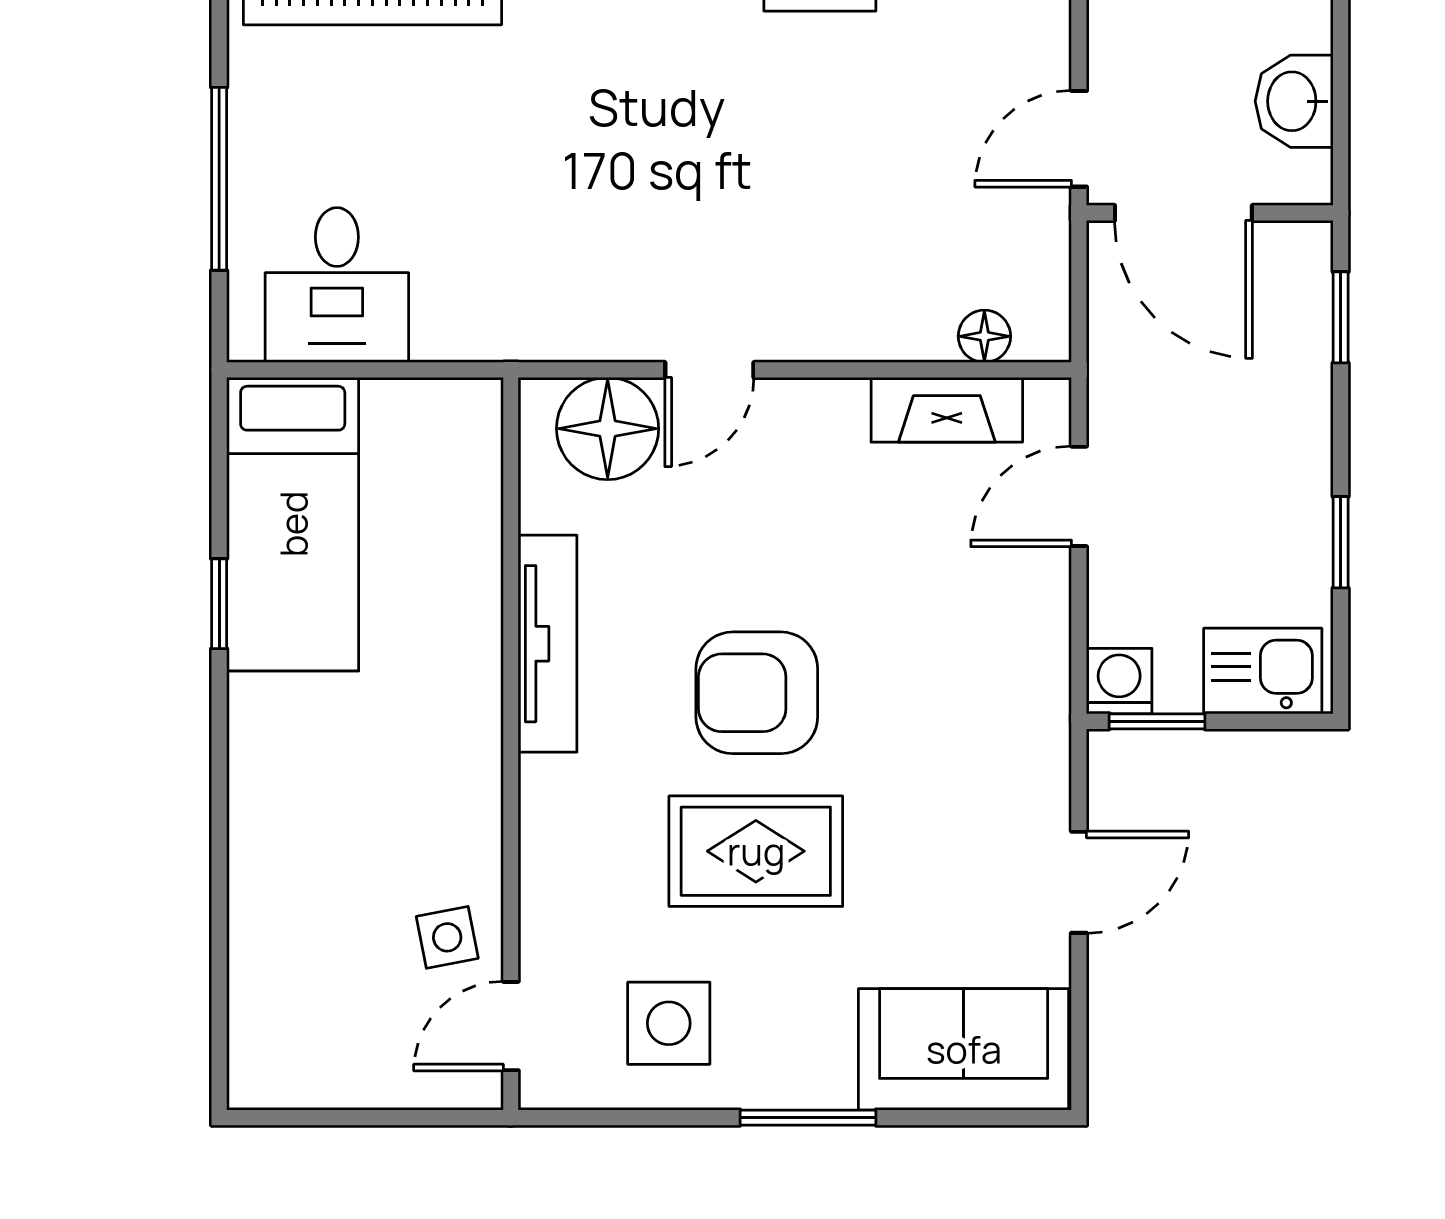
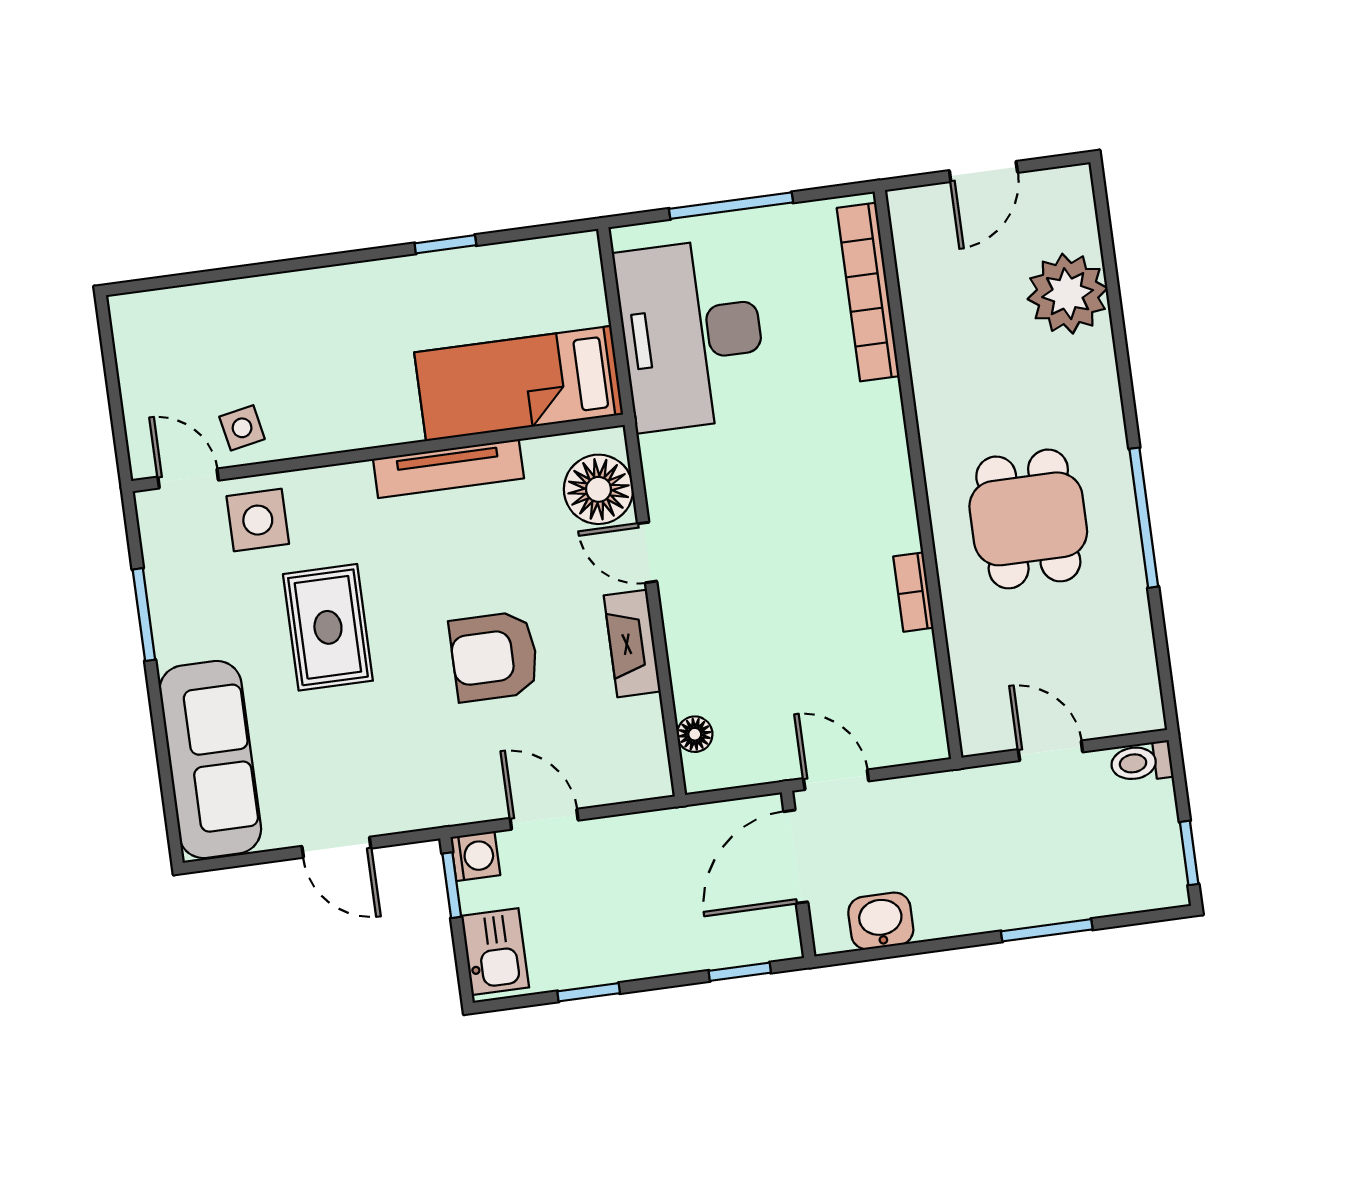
desk: (337, 285) -> (692, 334), width x1.87, depth x1.30
fireplace: (947, 410) -> (632, 643), moved
door: (1079, 496) -> (544, 819), moved
bed: (293, 524) -> (519, 384), moved
armchair: (757, 693) -> (494, 657), moved, turned -90
side table: (669, 1023) -> (258, 520), moved
sofa: (964, 1049) -> (210, 760), width x1.36
window: (808, 1118) -> (144, 615), moved

